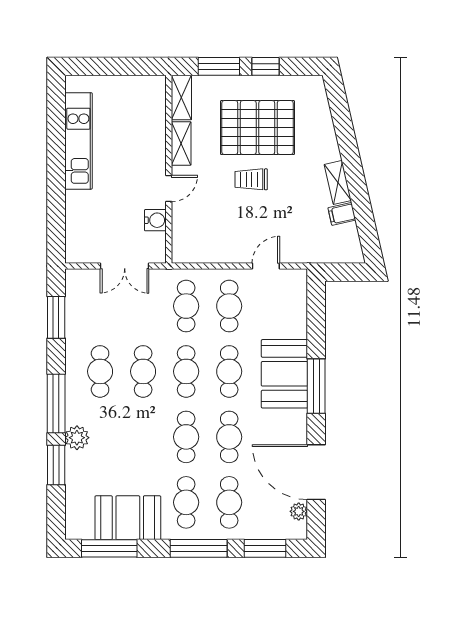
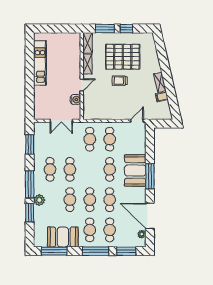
door: (266, 266) -> (137, 121), moved
cafe table: (186, 371) -> (70, 200), moved

